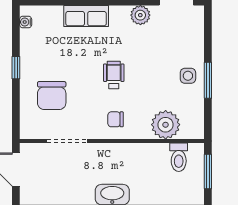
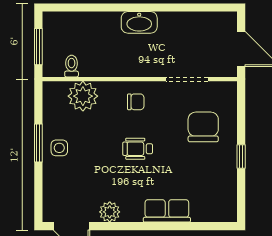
water cooler: (26, 22) -> (231, 205), removed
wheelchair: (114, 75) -> (138, 149), turned 90
toilet: (179, 157) -> (72, 66), width x0.73, depth x0.72

